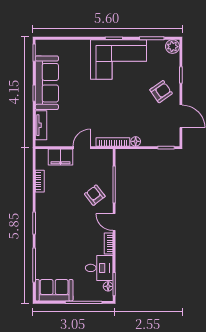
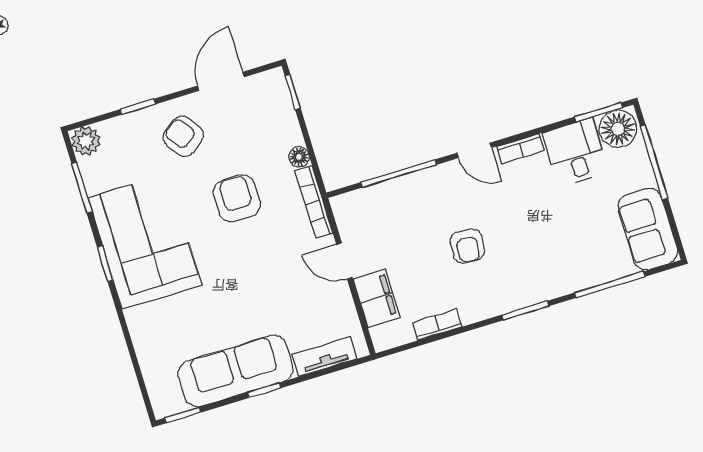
armchair: (125, 107) -> (237, 198), added
armchair: (95, 195) -> (467, 246), moved, turned -47
door: (114, 222) -> (474, 150), hinge flipped
floor lamp: (108, 286) -> (618, 129), width x1.89, depth x1.89

